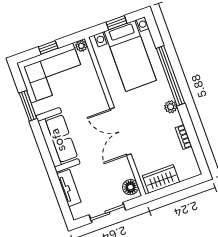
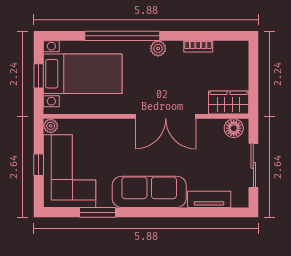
wardrobe: (161, 179) -> (229, 103), moved, turned 90

